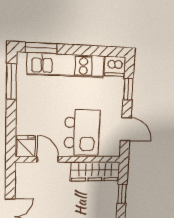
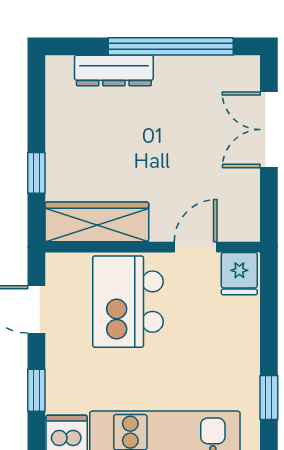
window: (11, 81) -> (269, 398), width x0.67
door: (48, 159) -> (196, 247), swing flipped

